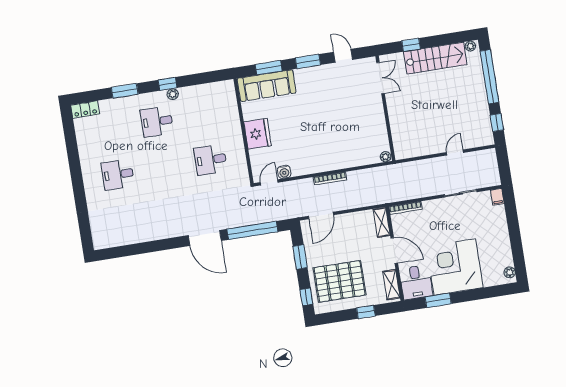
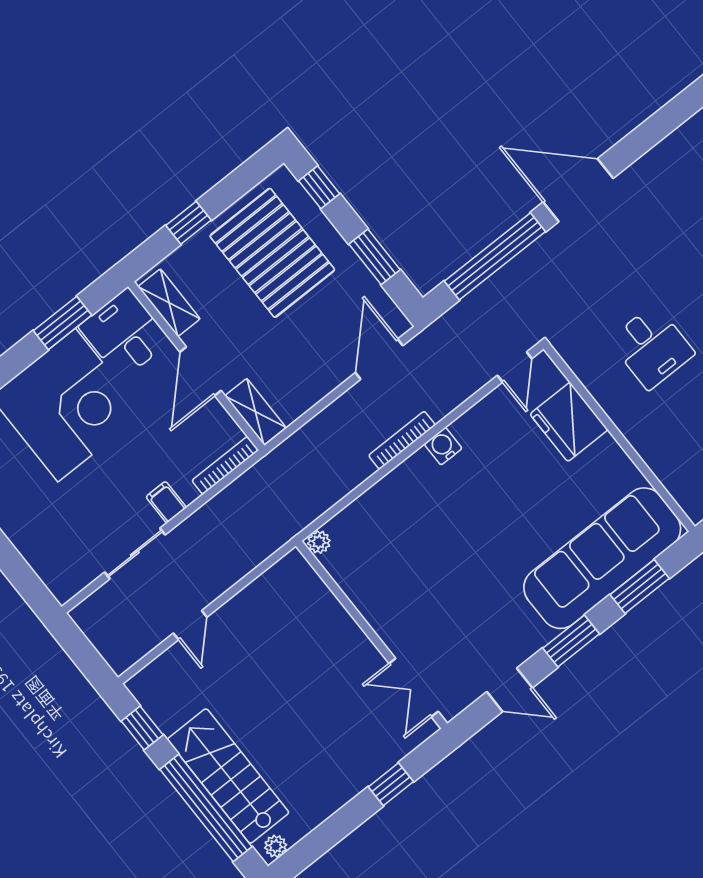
stairs: (435, 58) -> (228, 776), moved, turned 90
sofa: (267, 86) -> (602, 558), width x1.36, depth x1.27
fridge: (258, 134) -> (569, 422), moved
desk: (210, 160) -> (652, 347), turned 90
water cooler: (284, 172) -> (443, 446), moved
filing cabinet: (497, 197) -> (166, 502), moved
door: (394, 251) -> (201, 371), hinge flipped
pallet: (340, 281) -> (272, 253), turned 90

